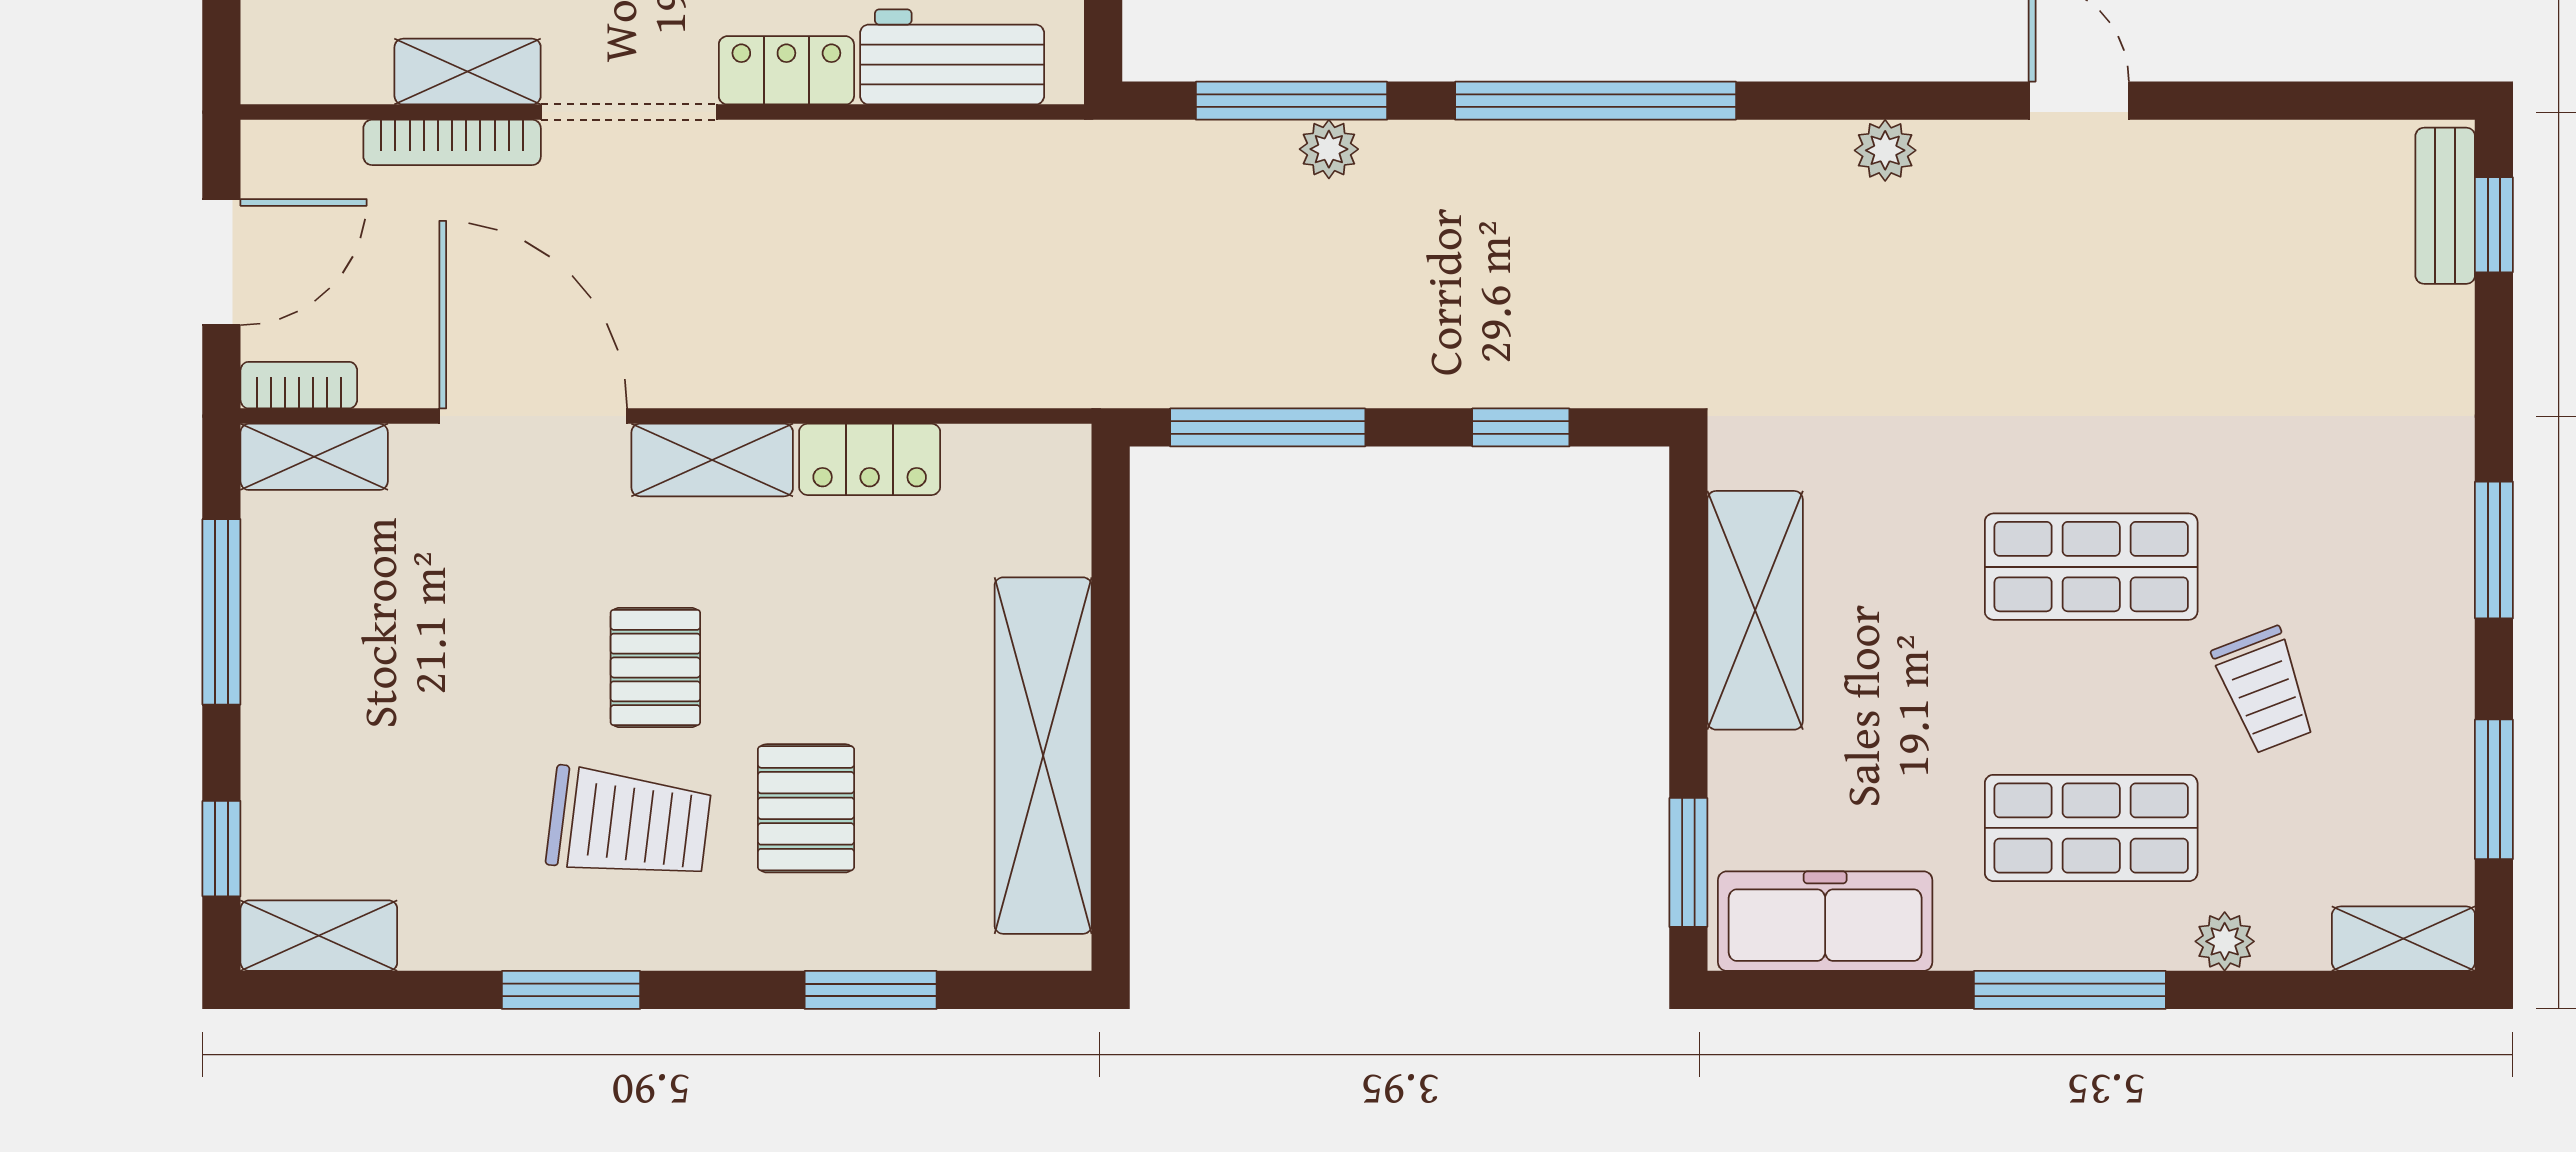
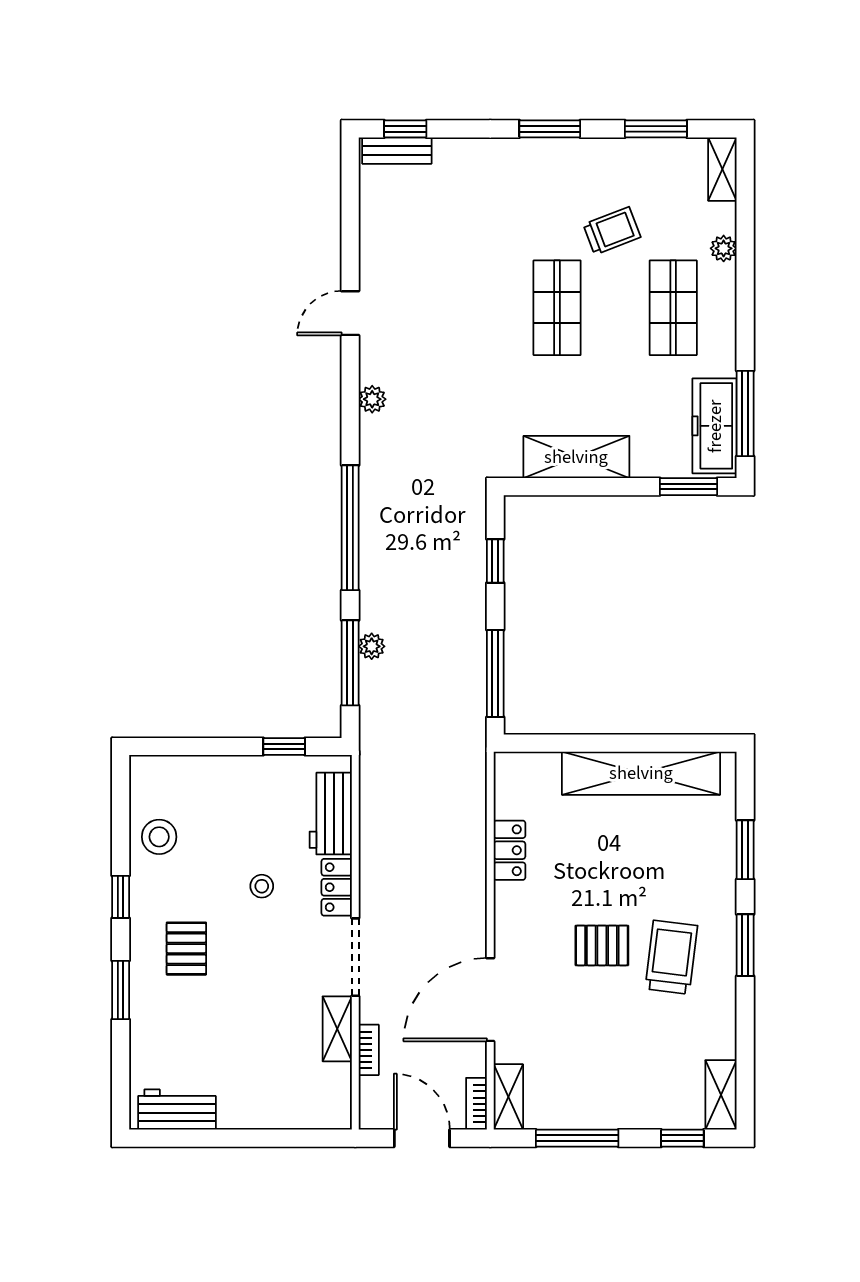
bookcase: (452, 142) -> (369, 1050), width x0.64
shelving: (712, 460) -> (510, 920), removed
pallet: (806, 808) -> (664, 879), removed
window: (571, 990) -> (745, 945), moved
window: (2070, 990) -> (745, 414), moved

